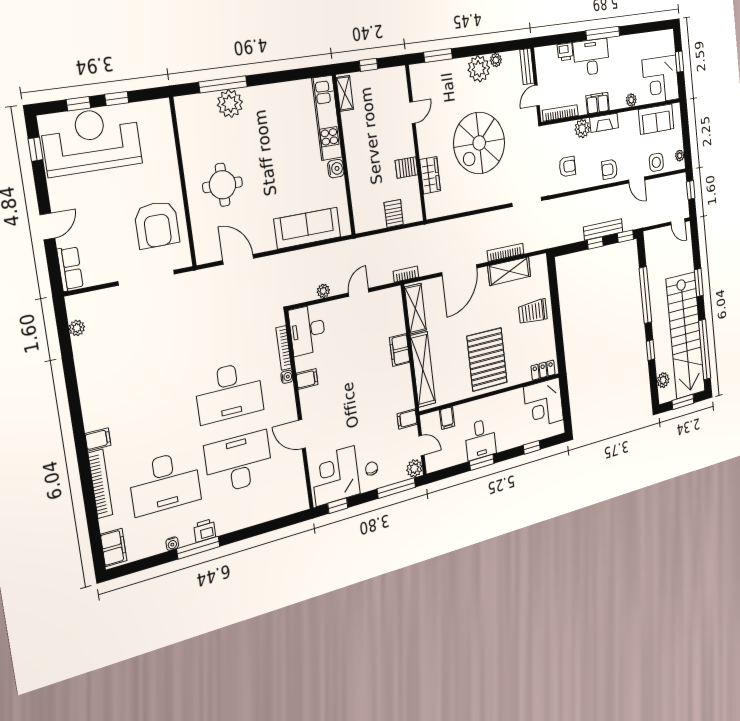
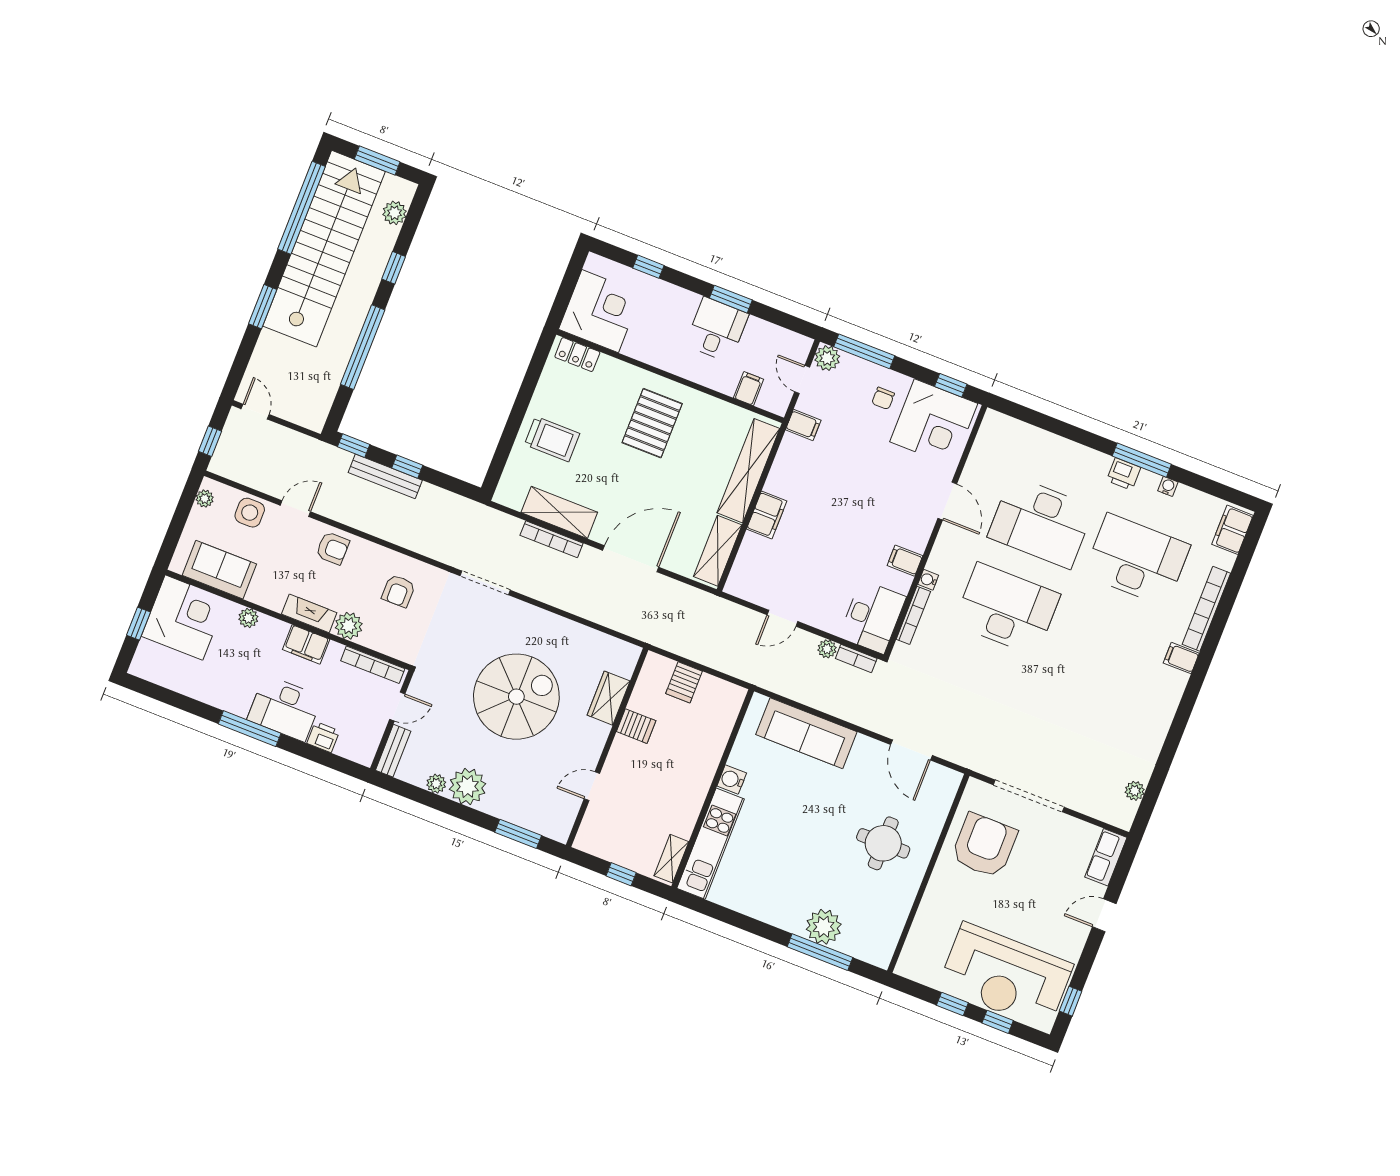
armchair: (567, 167) -> (398, 591), turned -90
door: (637, 180) -> (295, 509), hinge flipped
bookcase: (406, 274) -> (856, 659), moved
pallet: (487, 359) -> (652, 423), width x0.73, depth x0.71

